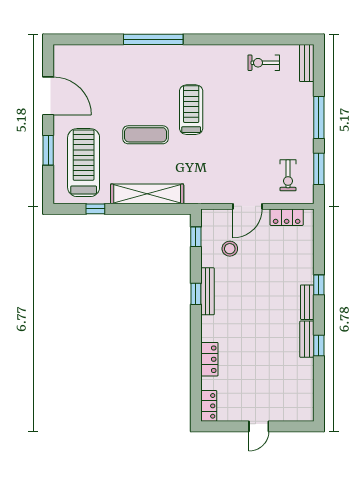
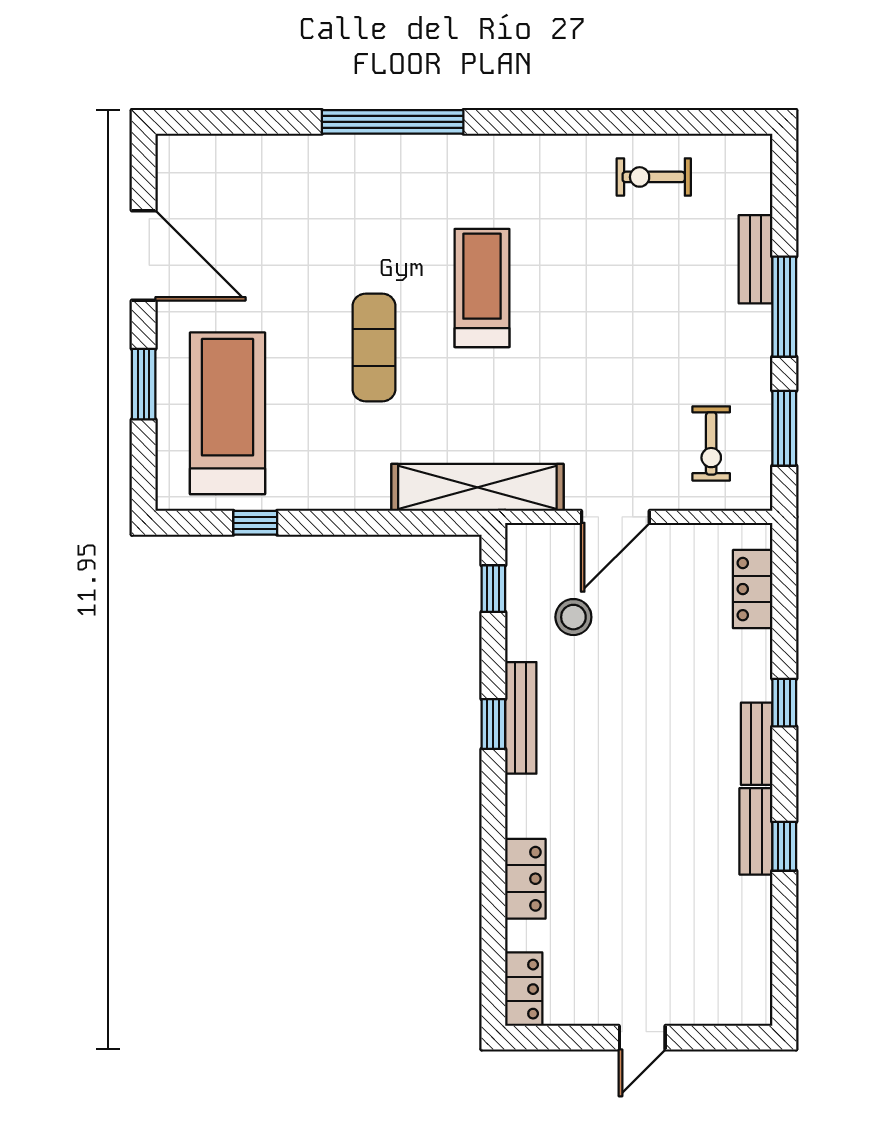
bench: (307, 63) -> (756, 259), moved
exercise mat: (145, 135) -> (374, 348), turned 90
shelving: (147, 194) -> (477, 487), moved
locker: (287, 217) -> (753, 589), moved, turned 90

